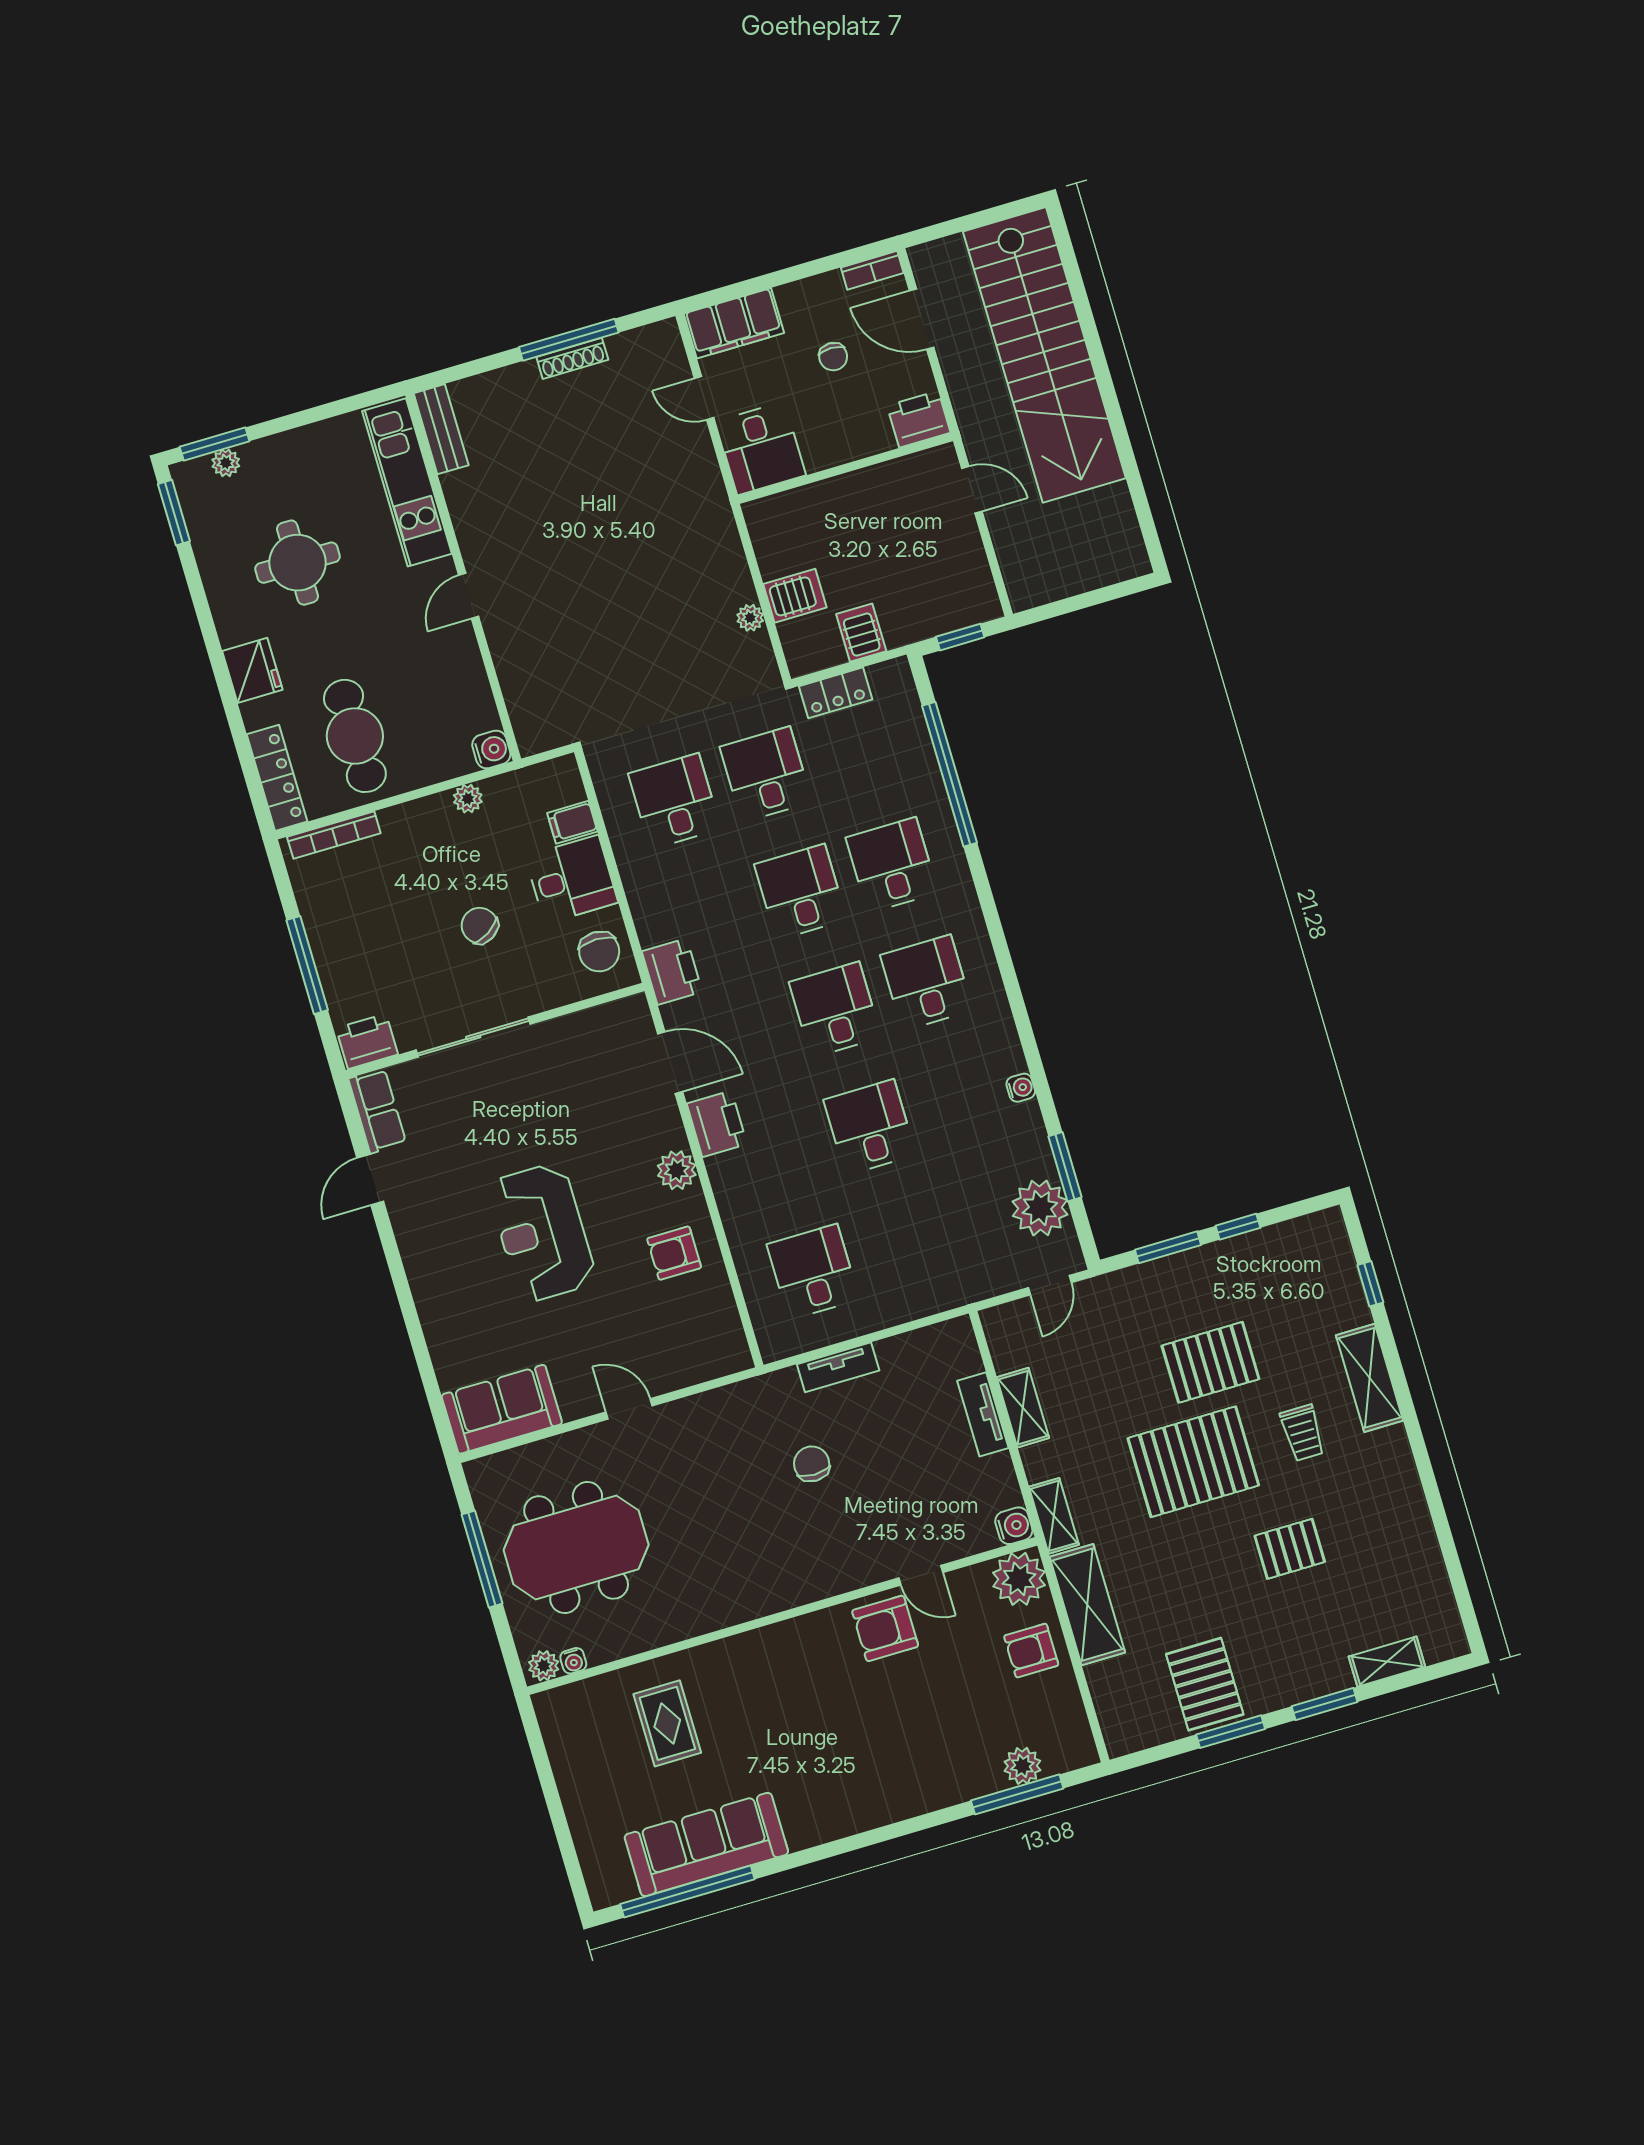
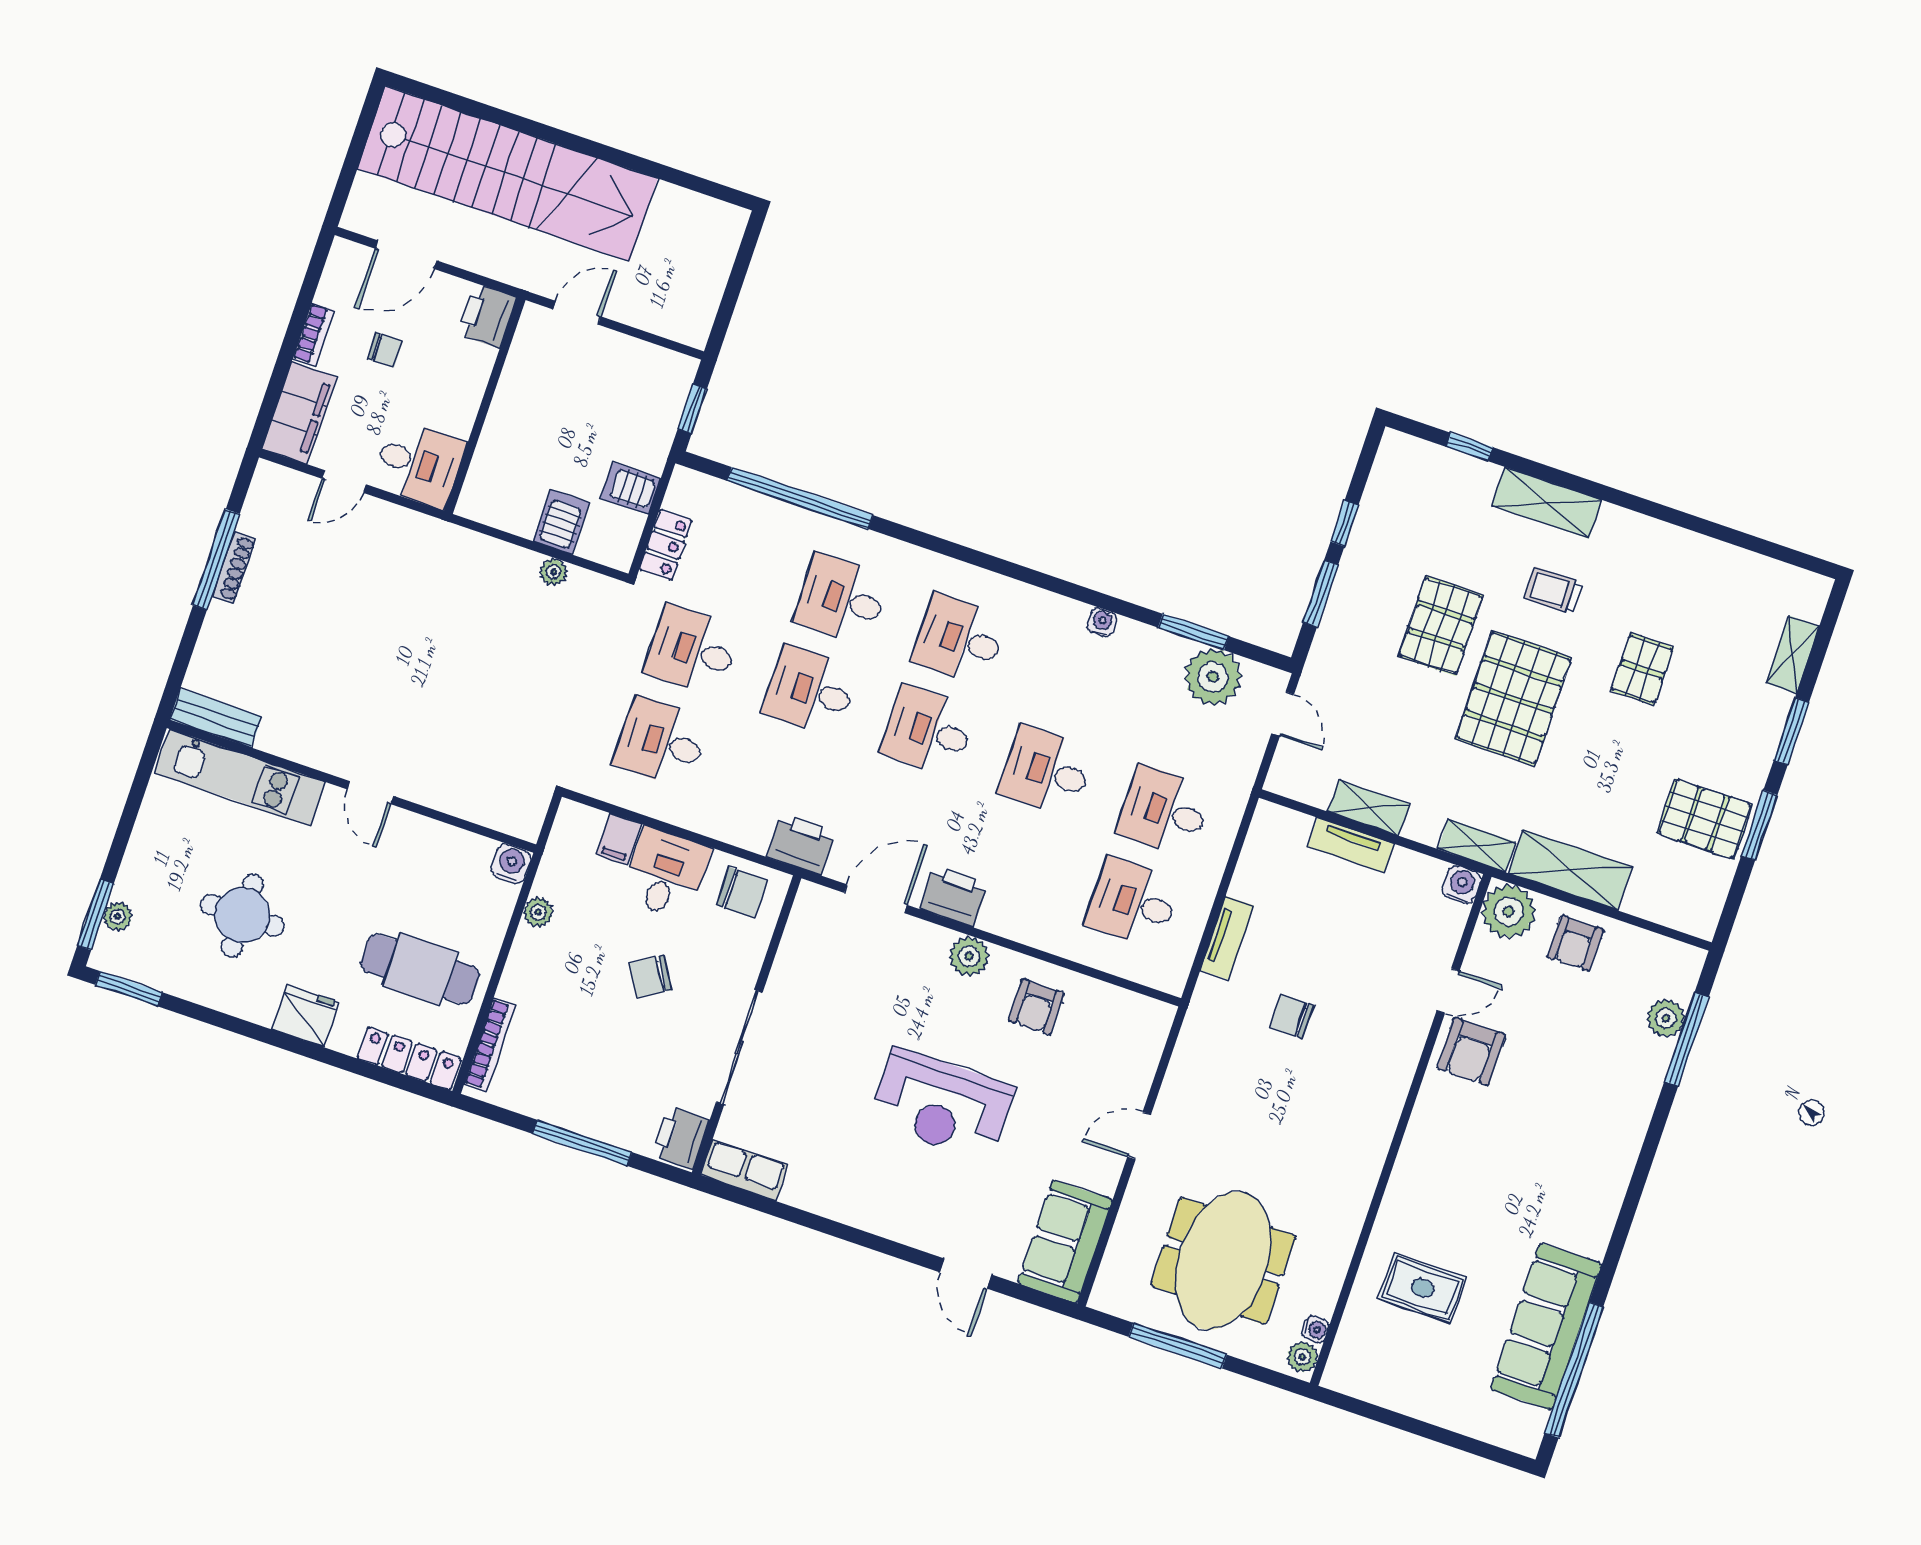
bookcase: (872, 270) -> (313, 334), moved
door: (370, 1180) -> (966, 1274), moved
desk: (904, 1245) -> (1164, 811), added
trolley: (1303, 1433) -> (1553, 591), turned 180

